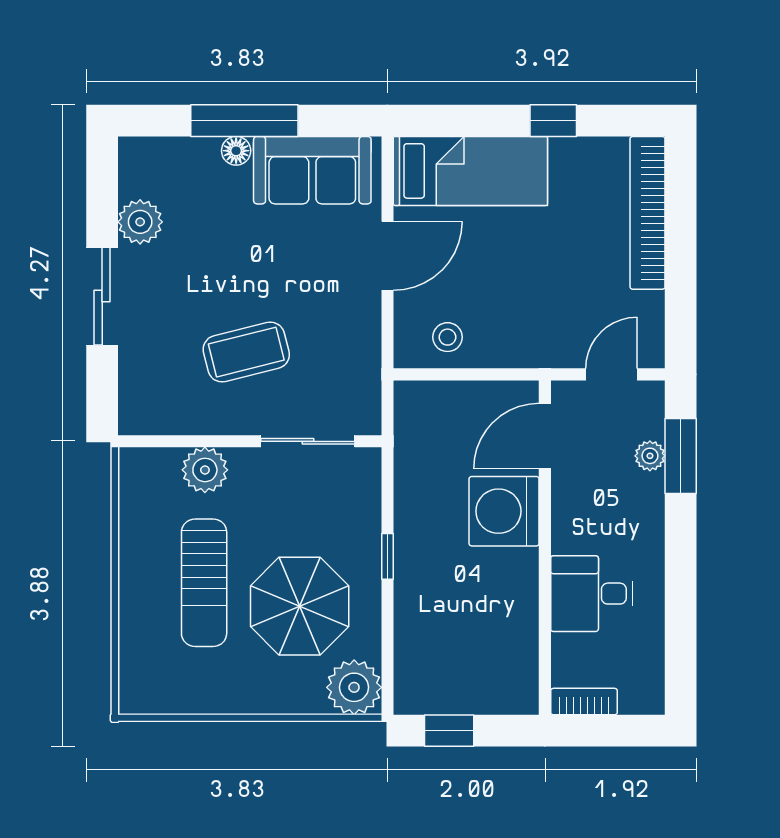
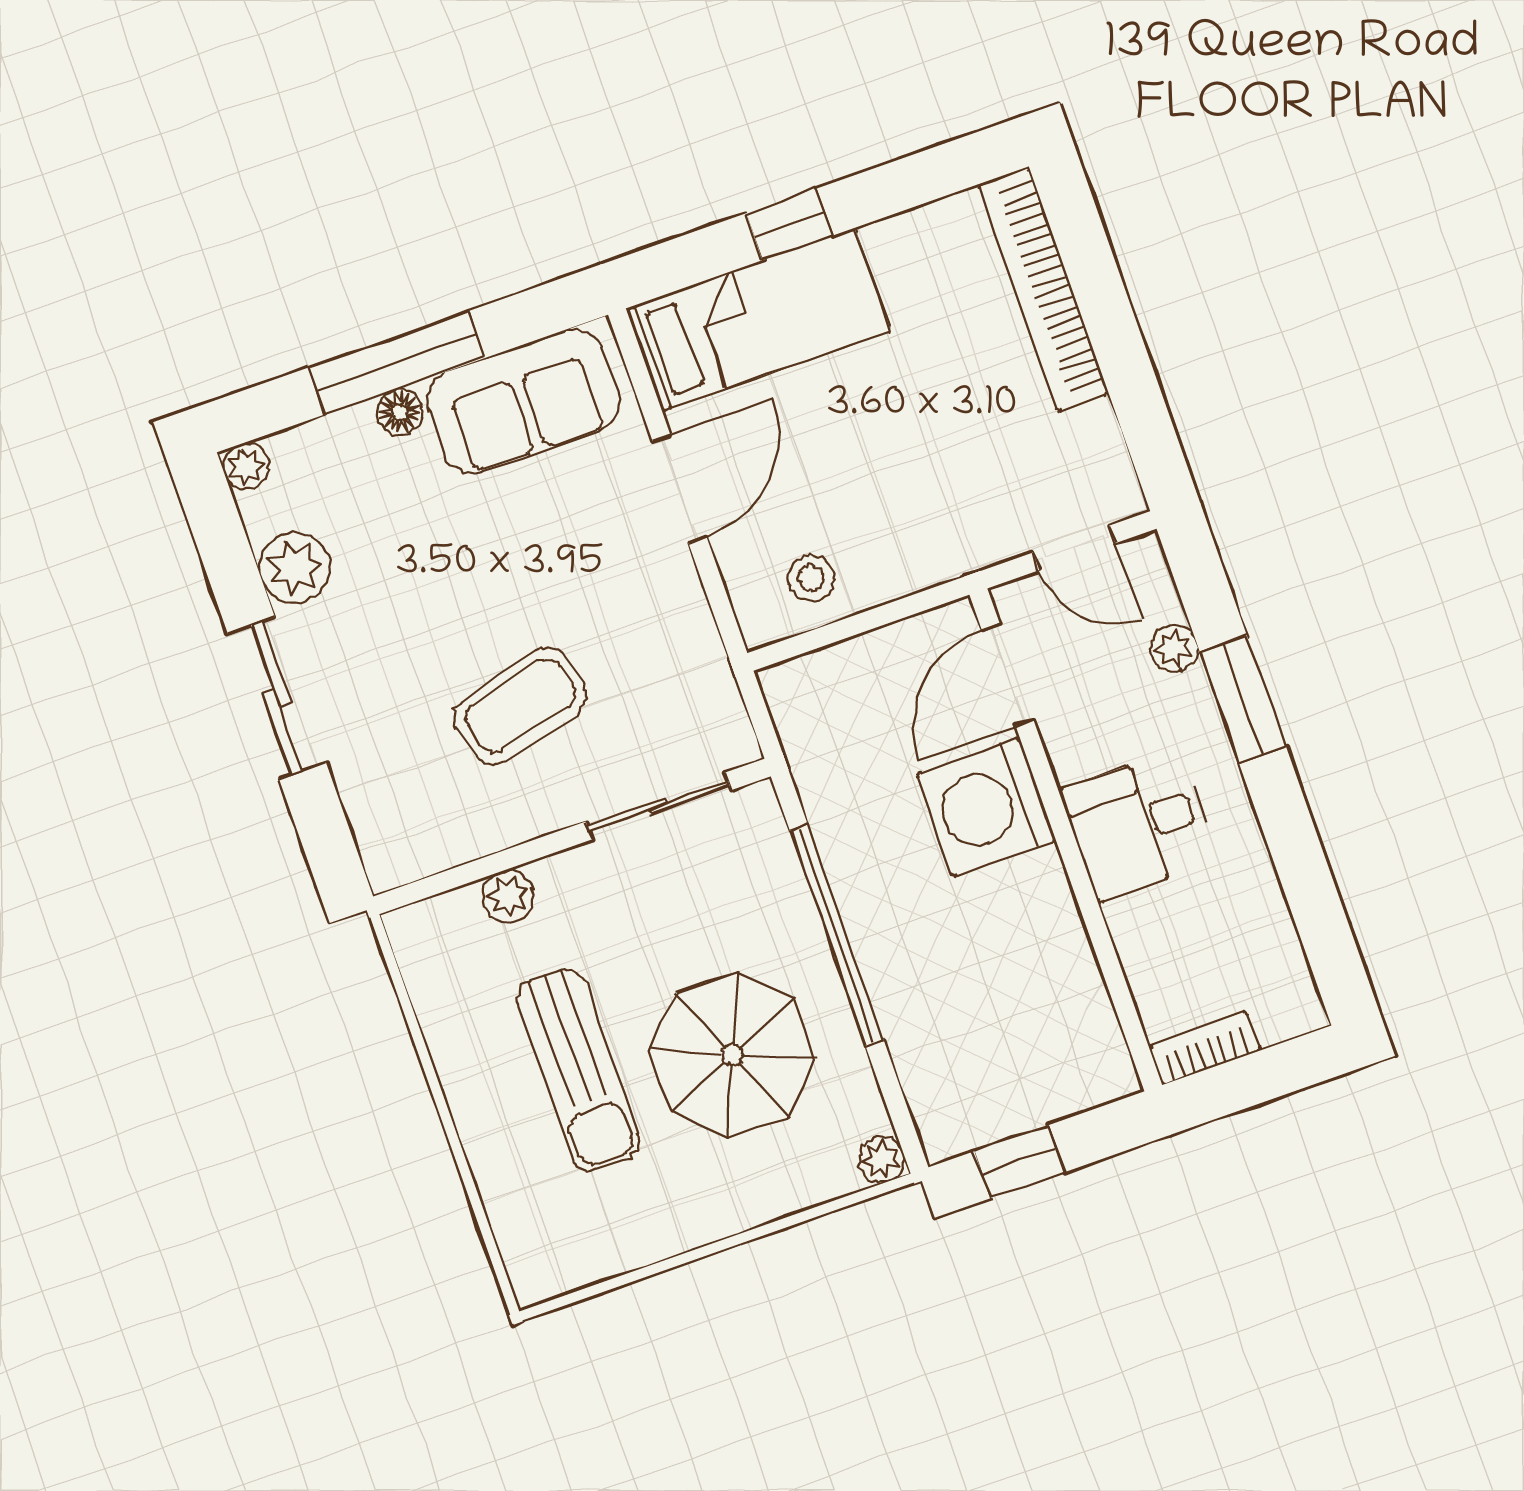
window: (553, 121) -> (790, 224), moved
plant: (132, 151) -> (246, 466), added
door: (611, 374) -> (1074, 548), swing flipped
window: (681, 456) -> (1243, 700), moved
plant: (205, 470) -> (508, 896), width x0.73, depth x0.73
window: (387, 556) -> (837, 935), width x3.17
desk: (592, 594) -> (1139, 825), moved
plant: (354, 687) -> (881, 1160), width x0.53, depth x0.53

